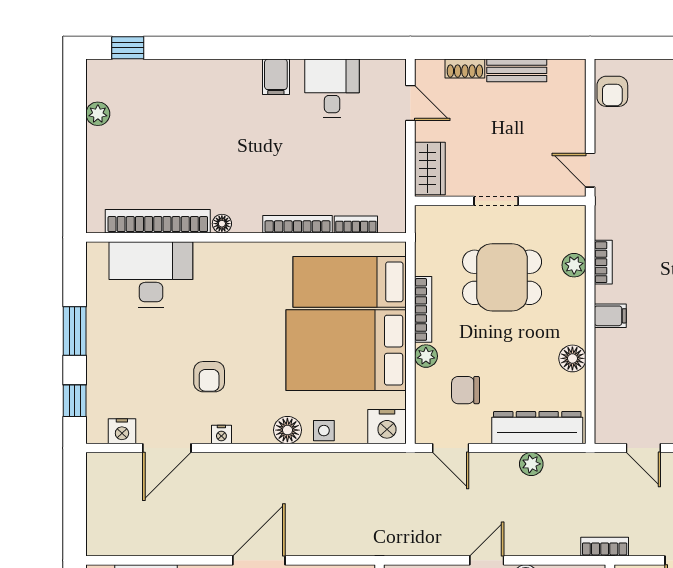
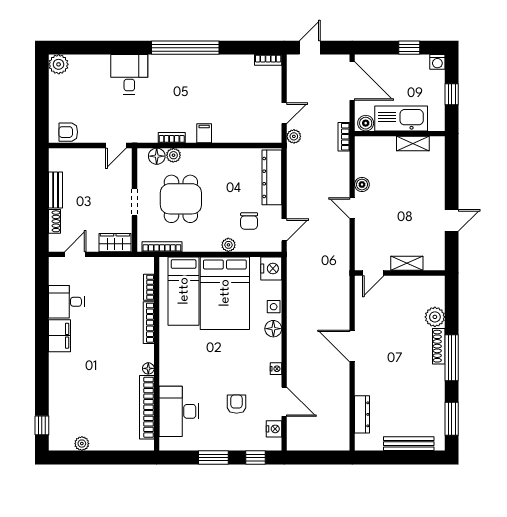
filing cabinet: (276, 77) -> (59, 336), width x2.00
armchair: (612, 91) -> (68, 132), turned 180
bookcase: (423, 309) -> (162, 247), moved
floor lamp: (572, 358) -> (157, 156), moved
armchair: (209, 377) -> (237, 404), moved, turned -90
plant: (531, 464) -> (294, 136), moved

